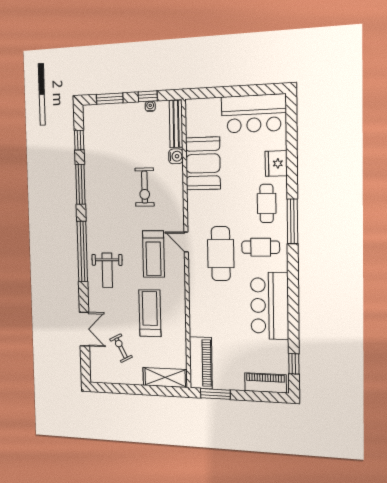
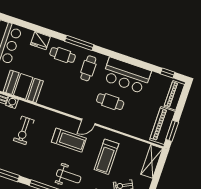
exercise bike: (145, 187) -> (24, 130), turned 90
door: (186, 242) -> (88, 122), moved
cafe table: (221, 254) -> (110, 102), moved, width x0.73, depth x0.74
treadmill: (150, 313) -> (106, 157), turned -90
piano: (201, 363) -> (163, 126), moved, turned -90

